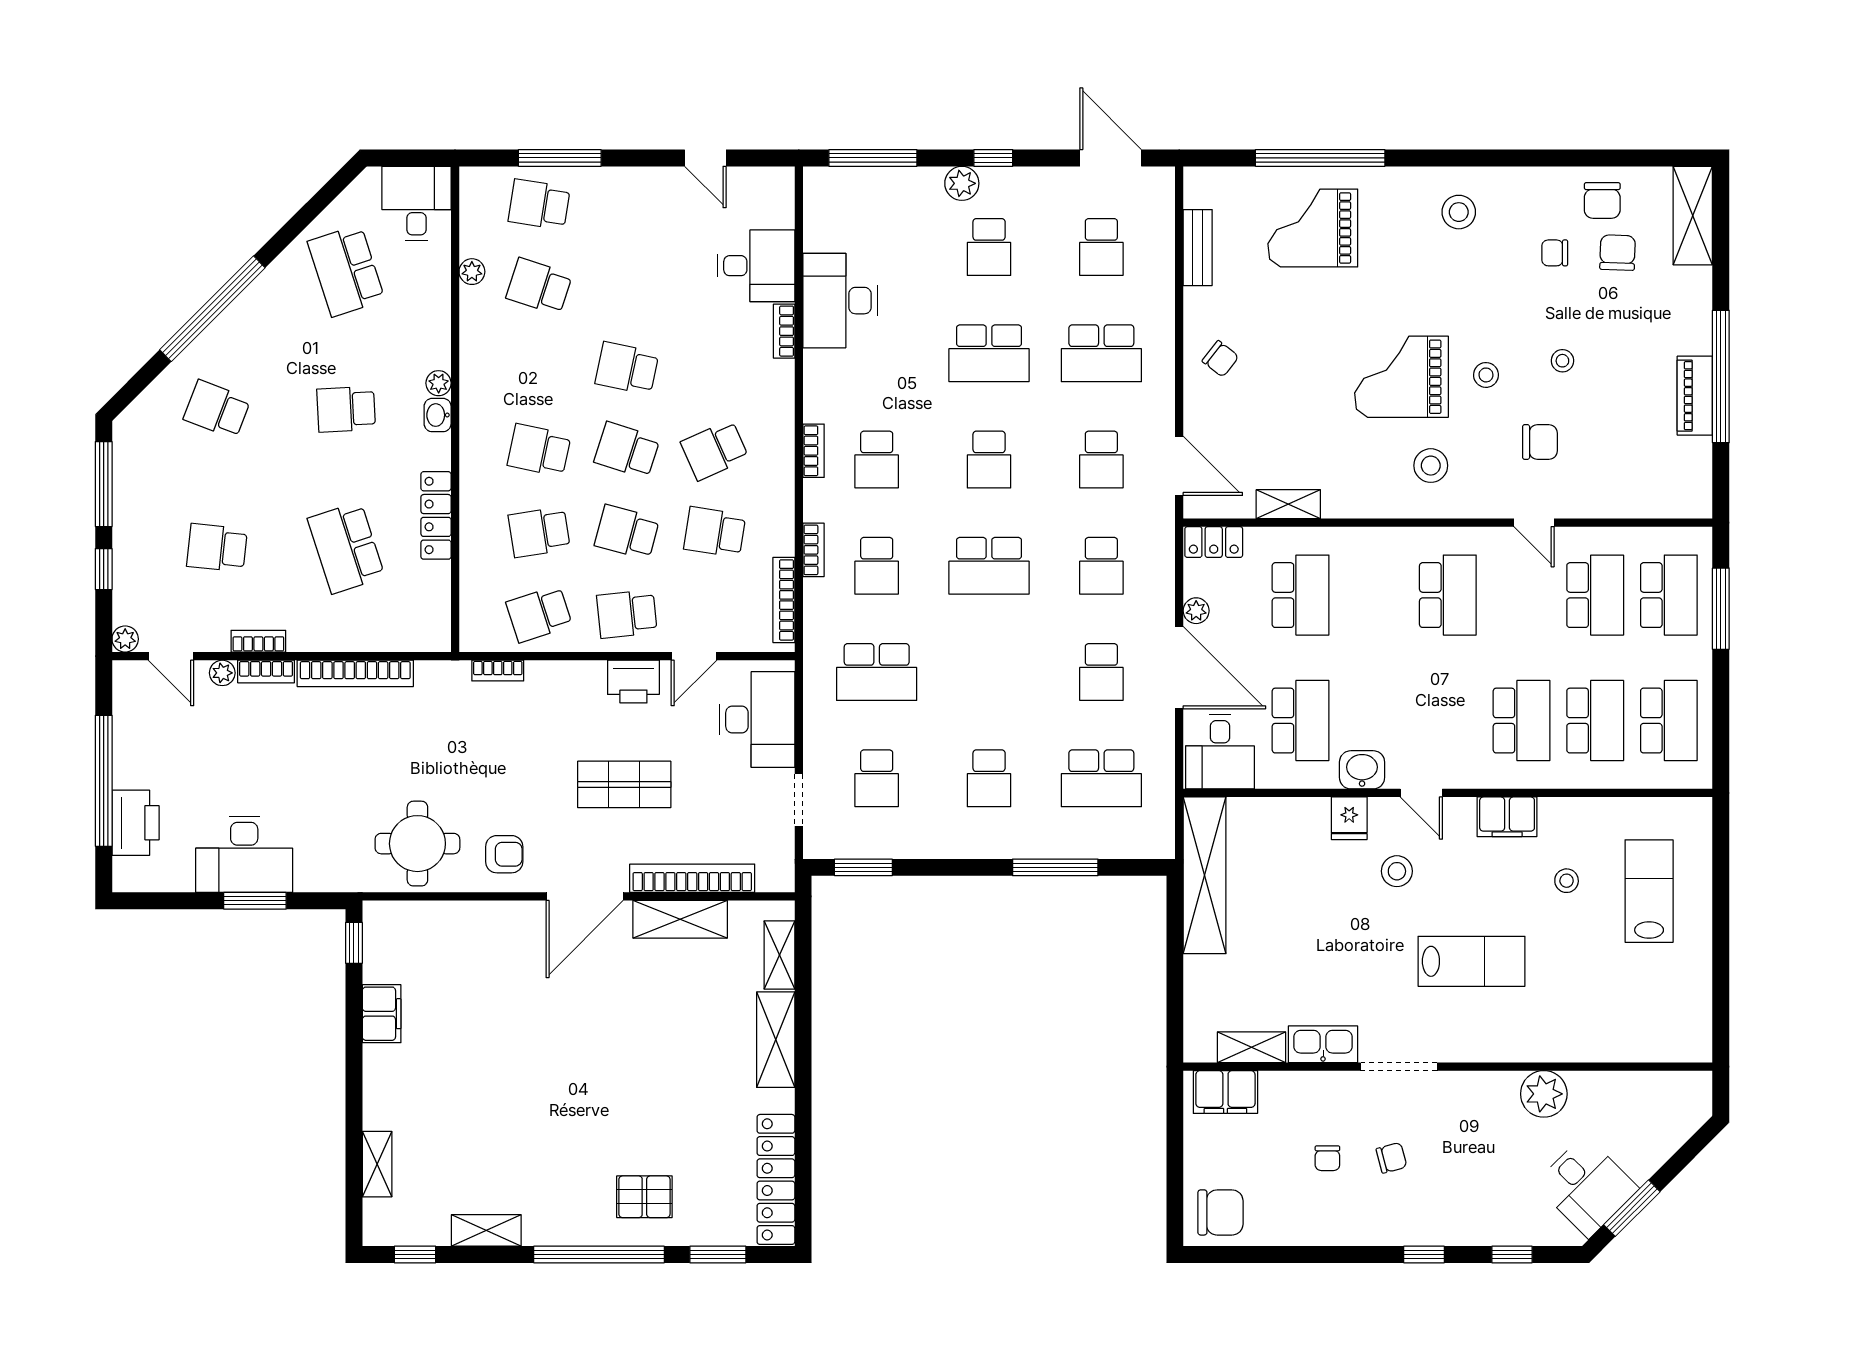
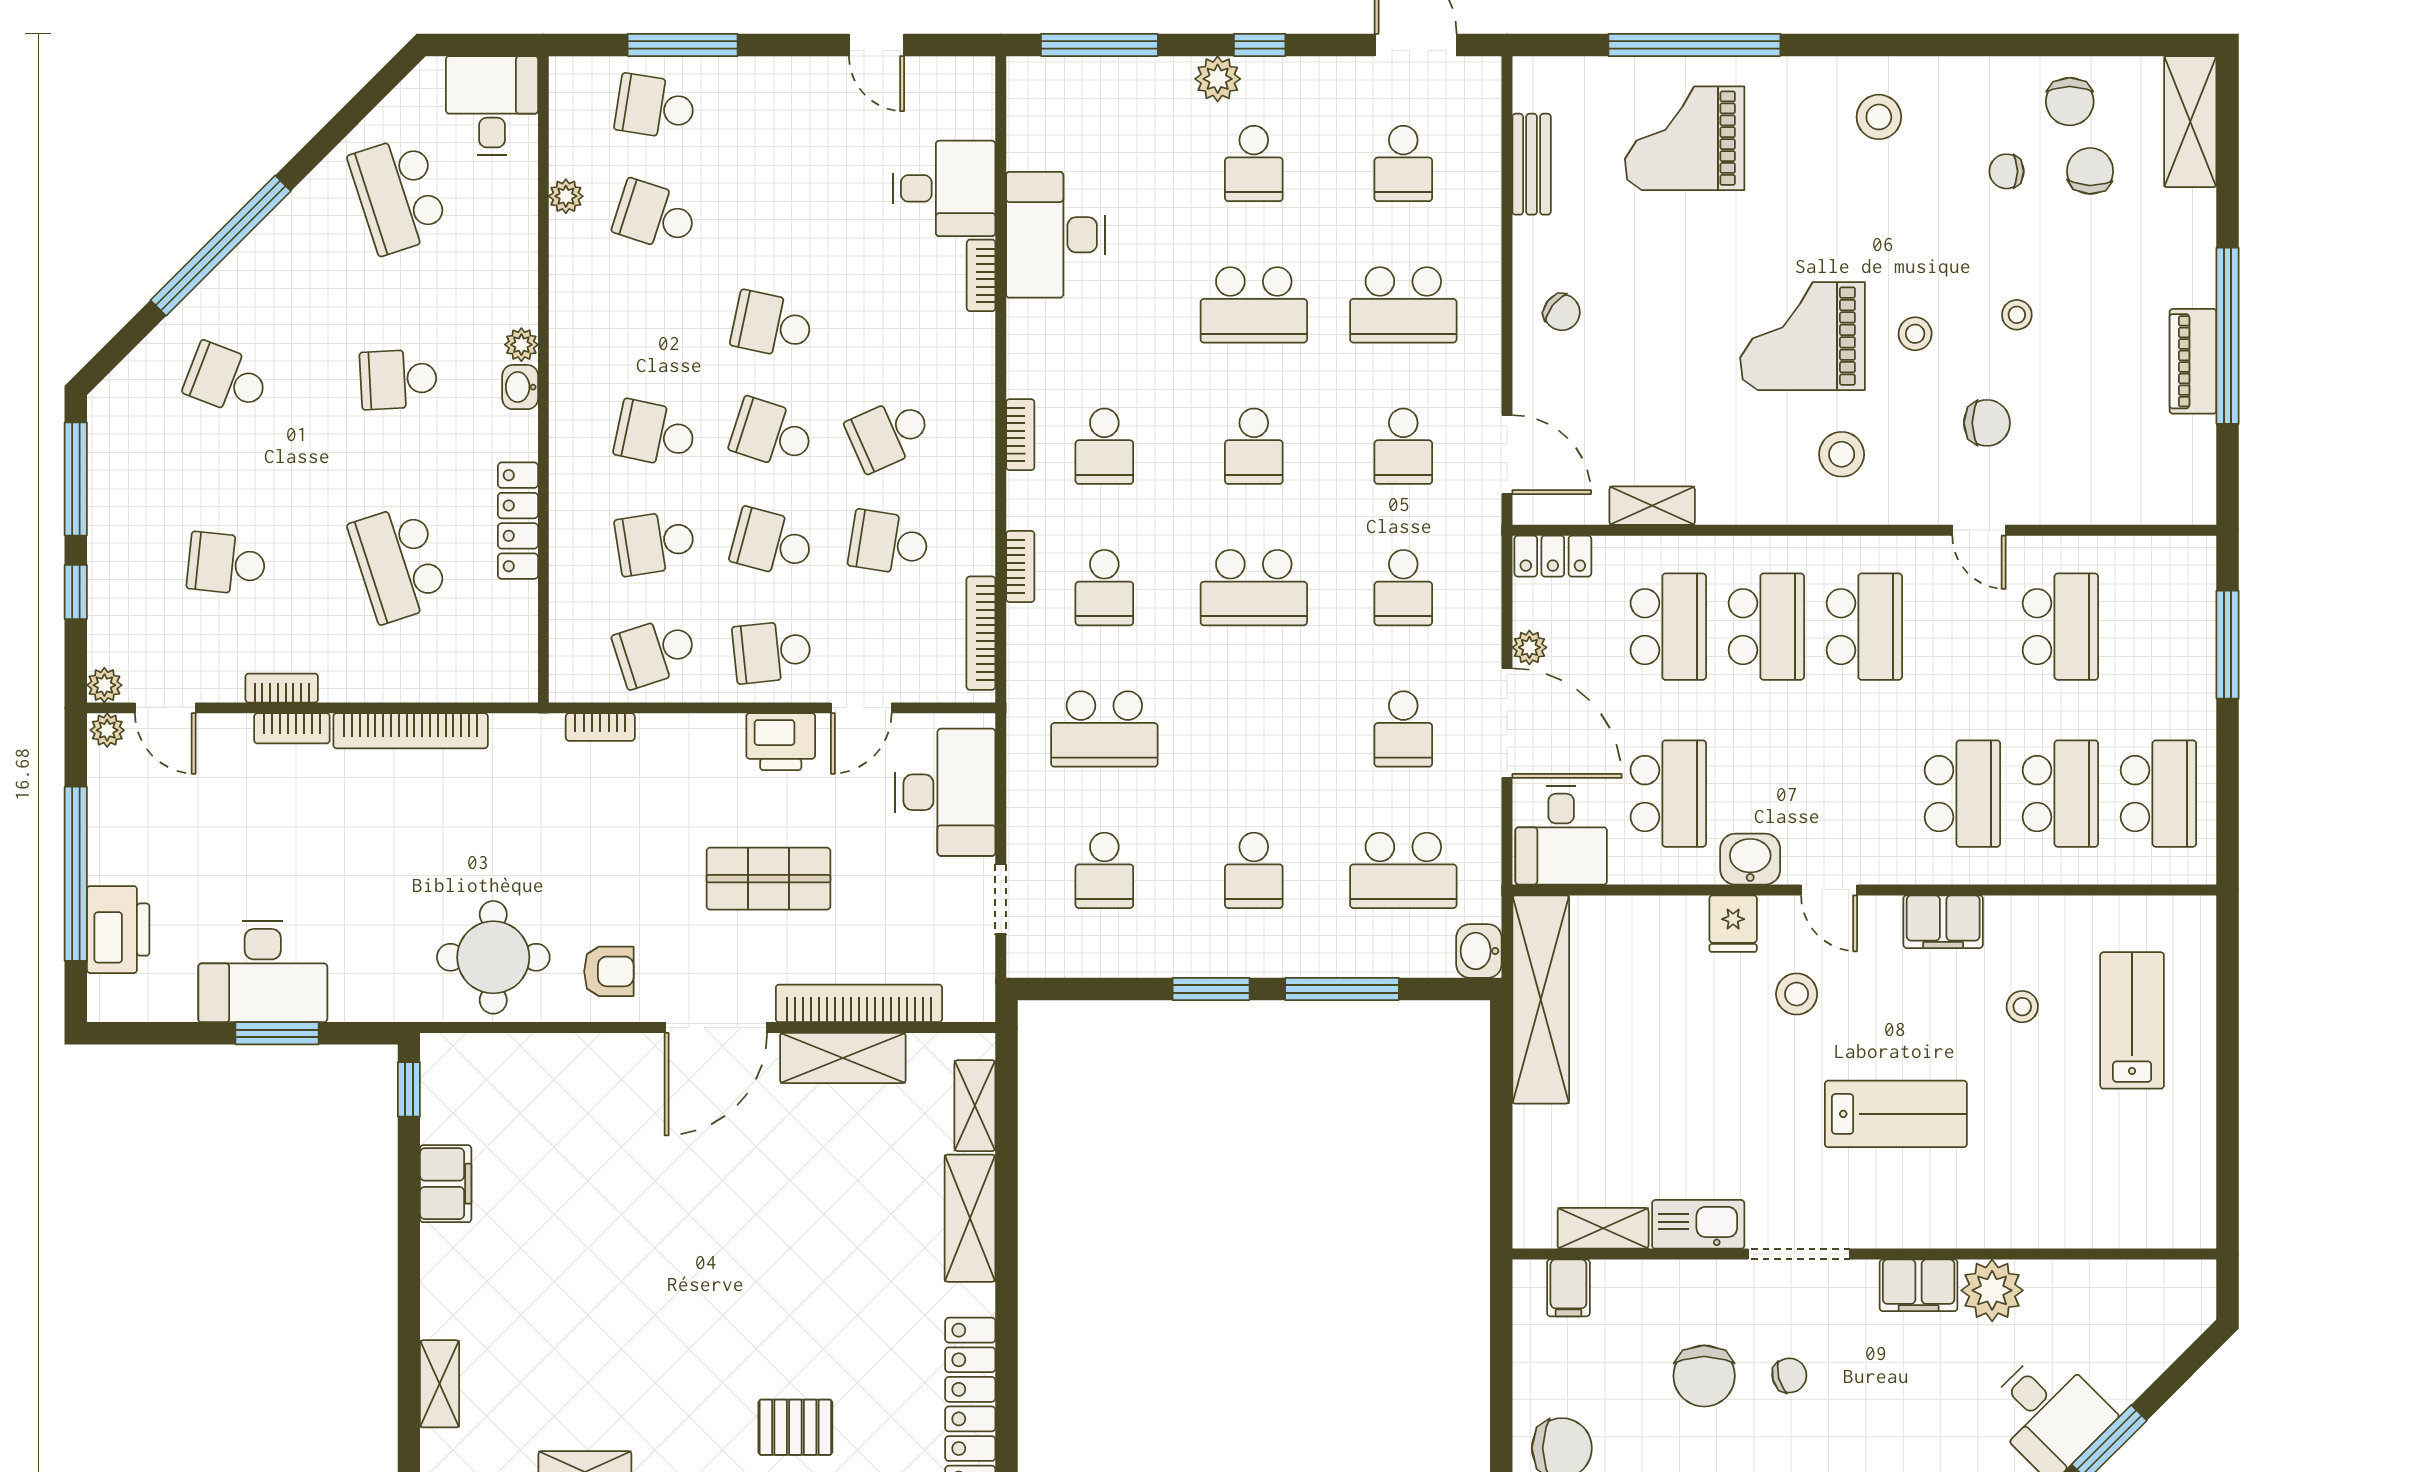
school desk: (1669, 595) -> (1766, 627), moved
plant: (222, 673) -> (107, 730), moved
washbasin: (1158, 839) -> (1479, 951), added
window: (863, 867) -> (1211, 989), moved
filing cabinet: (1489, 1090) -> (1919, 1285), added
filing cabinet: (1225, 1092) -> (1568, 1288), width x0.50
chair: (1327, 1158) -> (1704, 1376), width x1.87, depth x1.87

